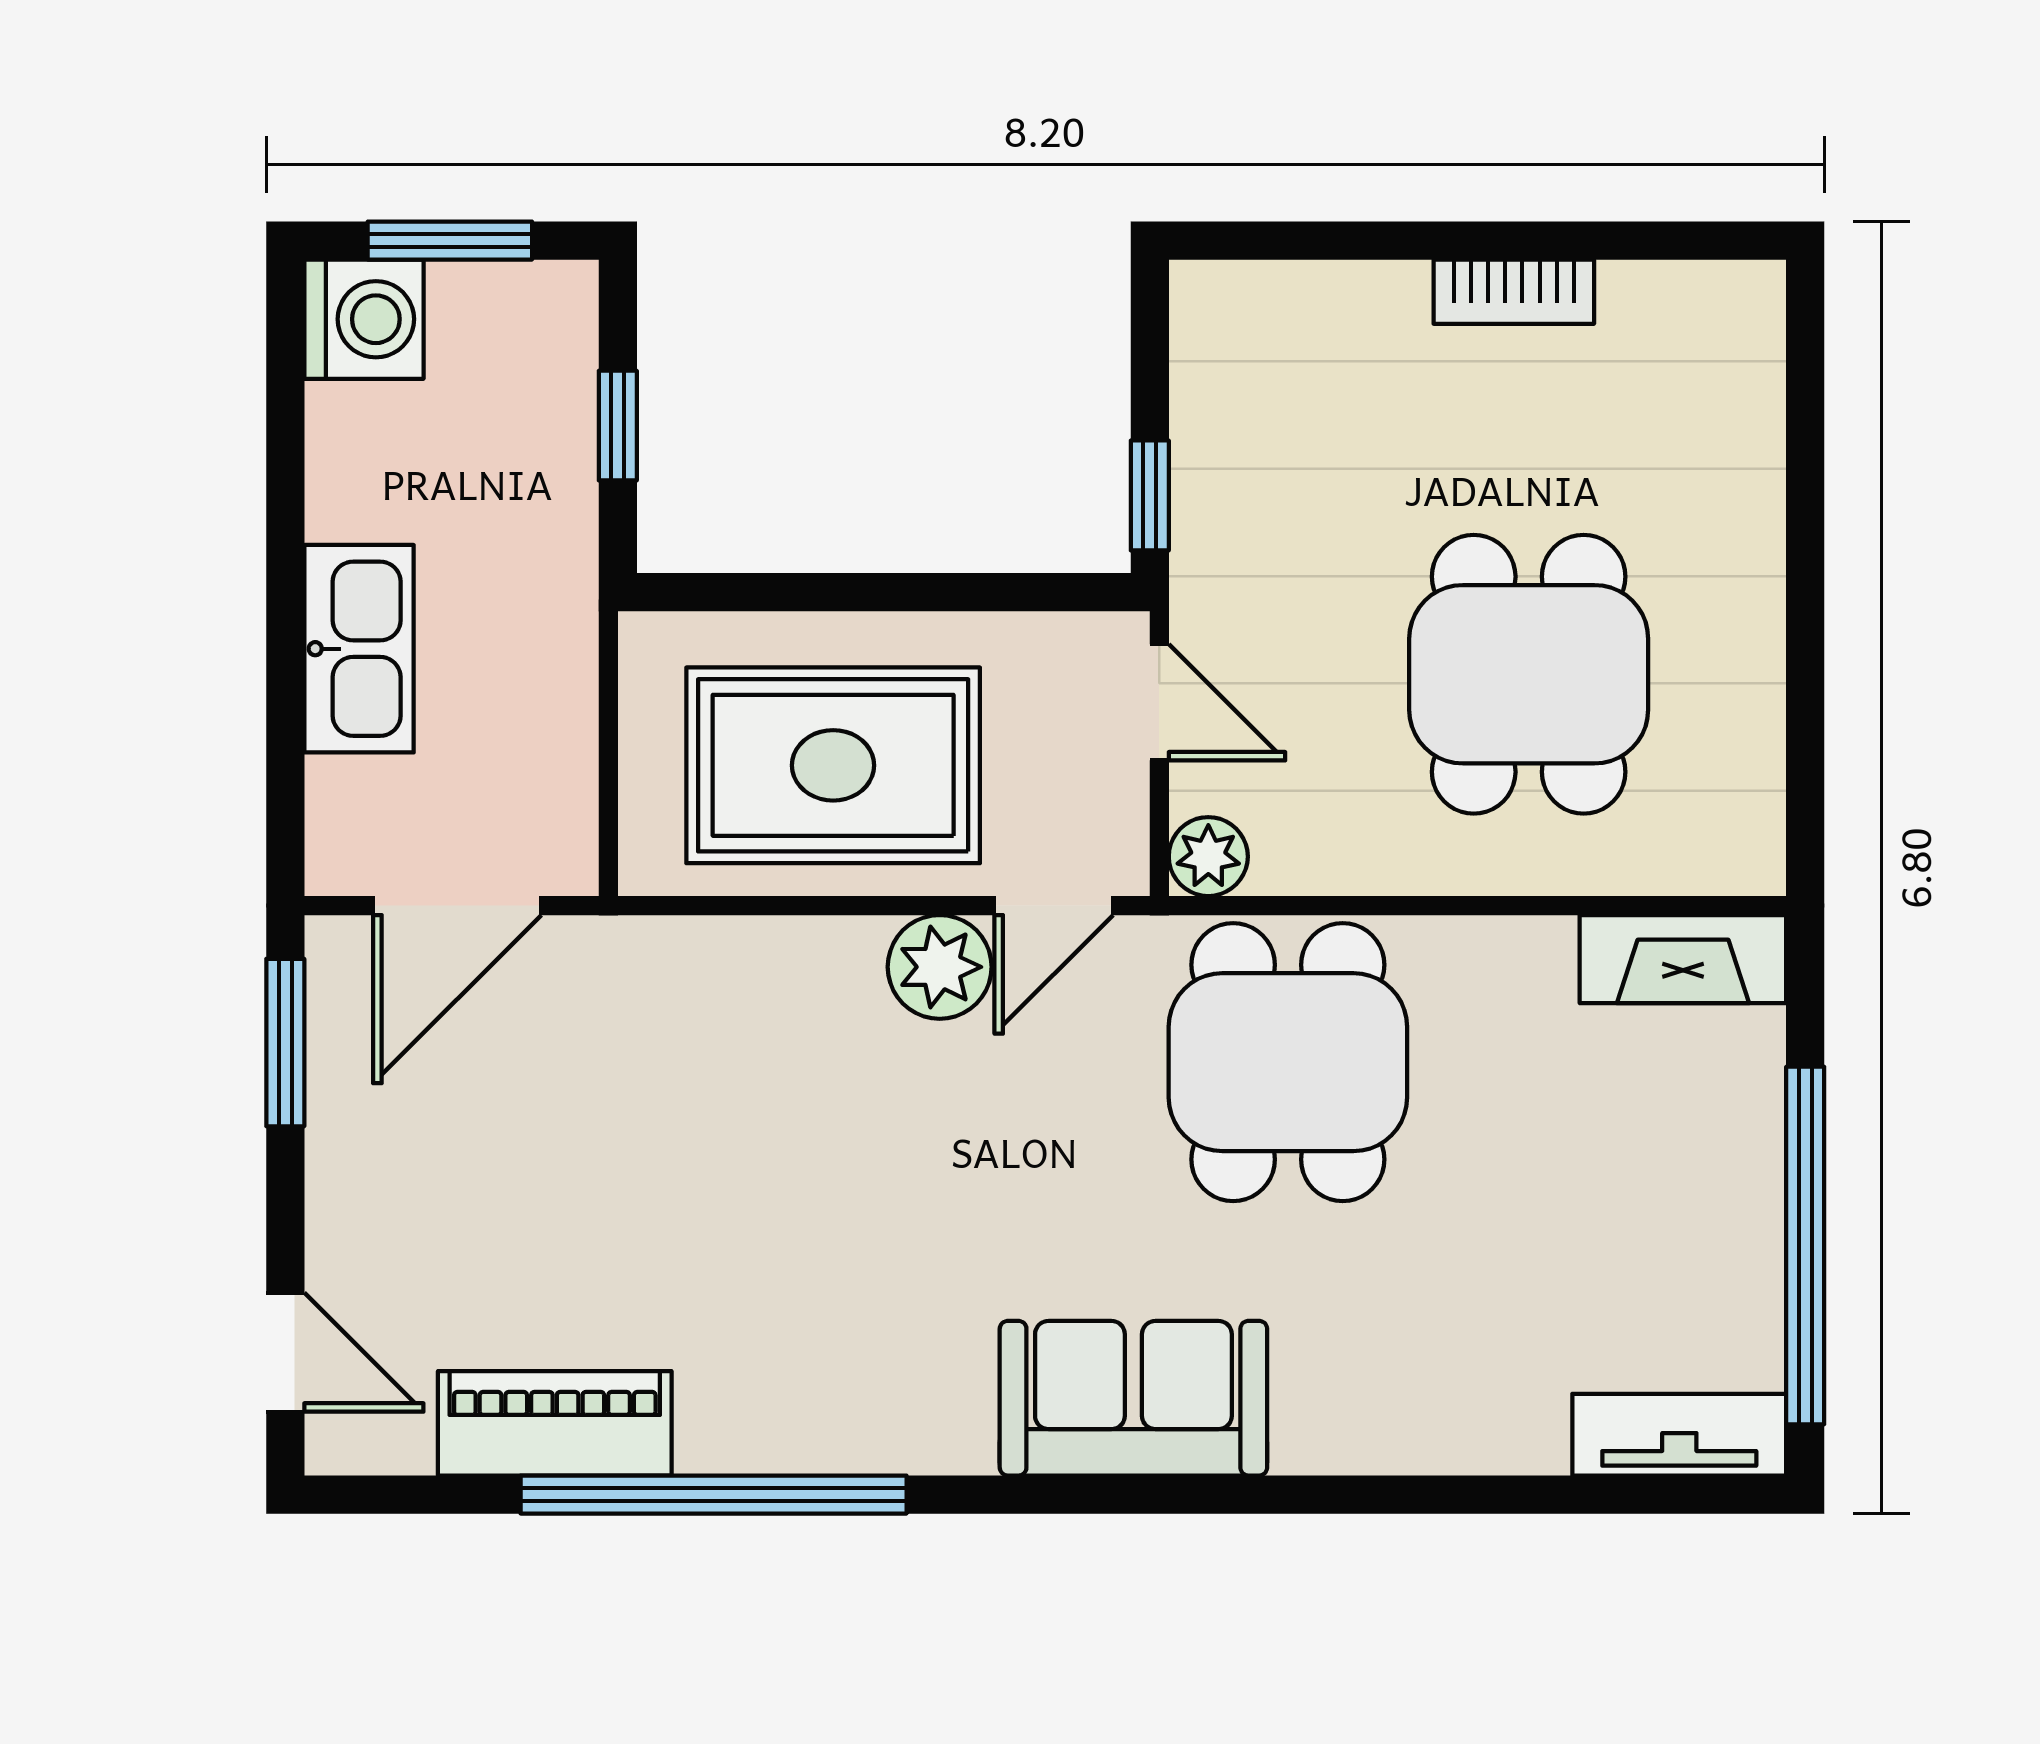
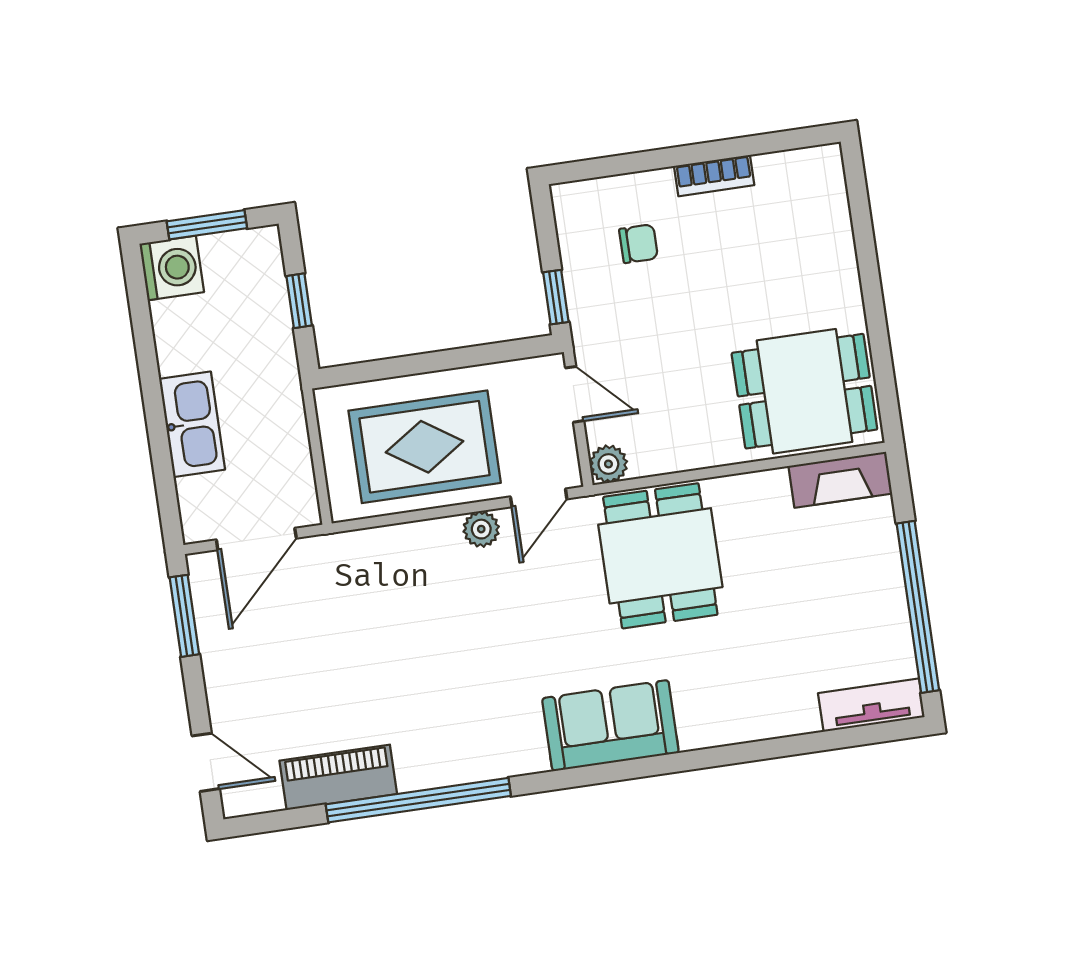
chair: (1337, 410) -> (639, 244), added
dining table: (1529, 674) -> (804, 391), moved, turned 90
plant: (940, 967) -> (481, 529), width x0.73, depth x0.73

